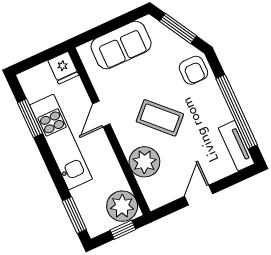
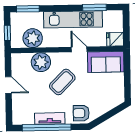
window: (178, 29) -> (109, 115), removed
sofa: (121, 45) -> (106, 62), moved, turned -90
tv unit: (236, 146) -> (50, 118), moved
plant: (122, 206) -> (33, 38), moved

